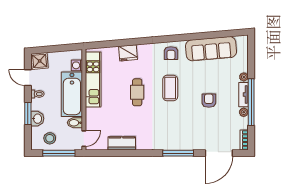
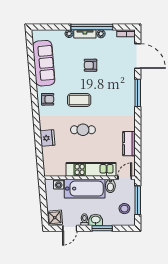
kitchen unit: (93, 80) -> (91, 169), moved
washbasin: (37, 119) -> (96, 220), moved
door: (84, 139) -> (125, 178), hinge flipped

